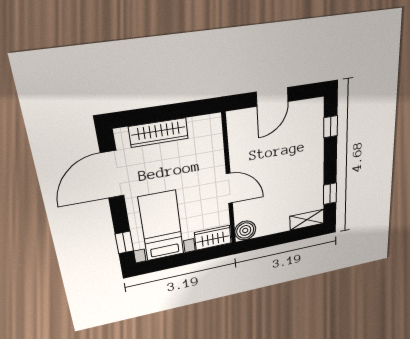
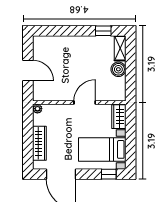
plant: (214, 121) -> (37, 109), added
window: (331, 127) -> (54, 31), removed
boiler: (245, 230) -> (118, 69), moved

